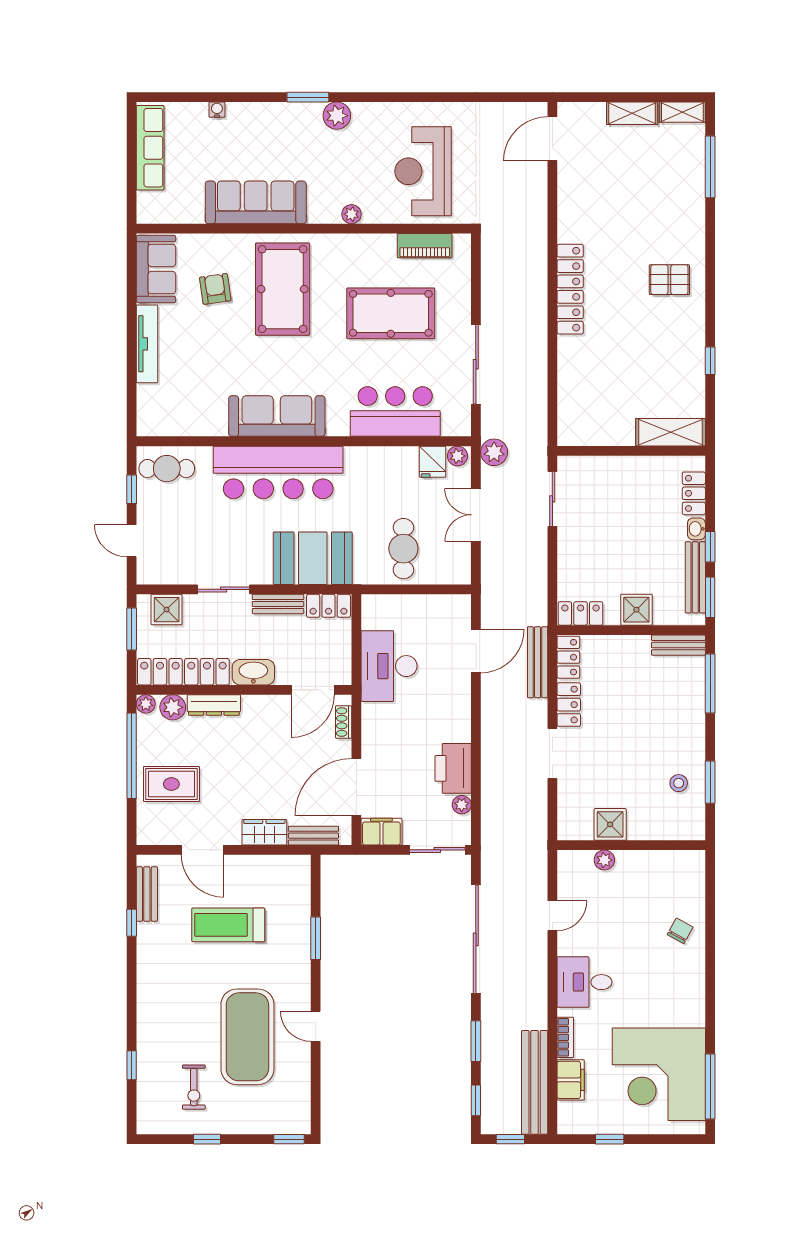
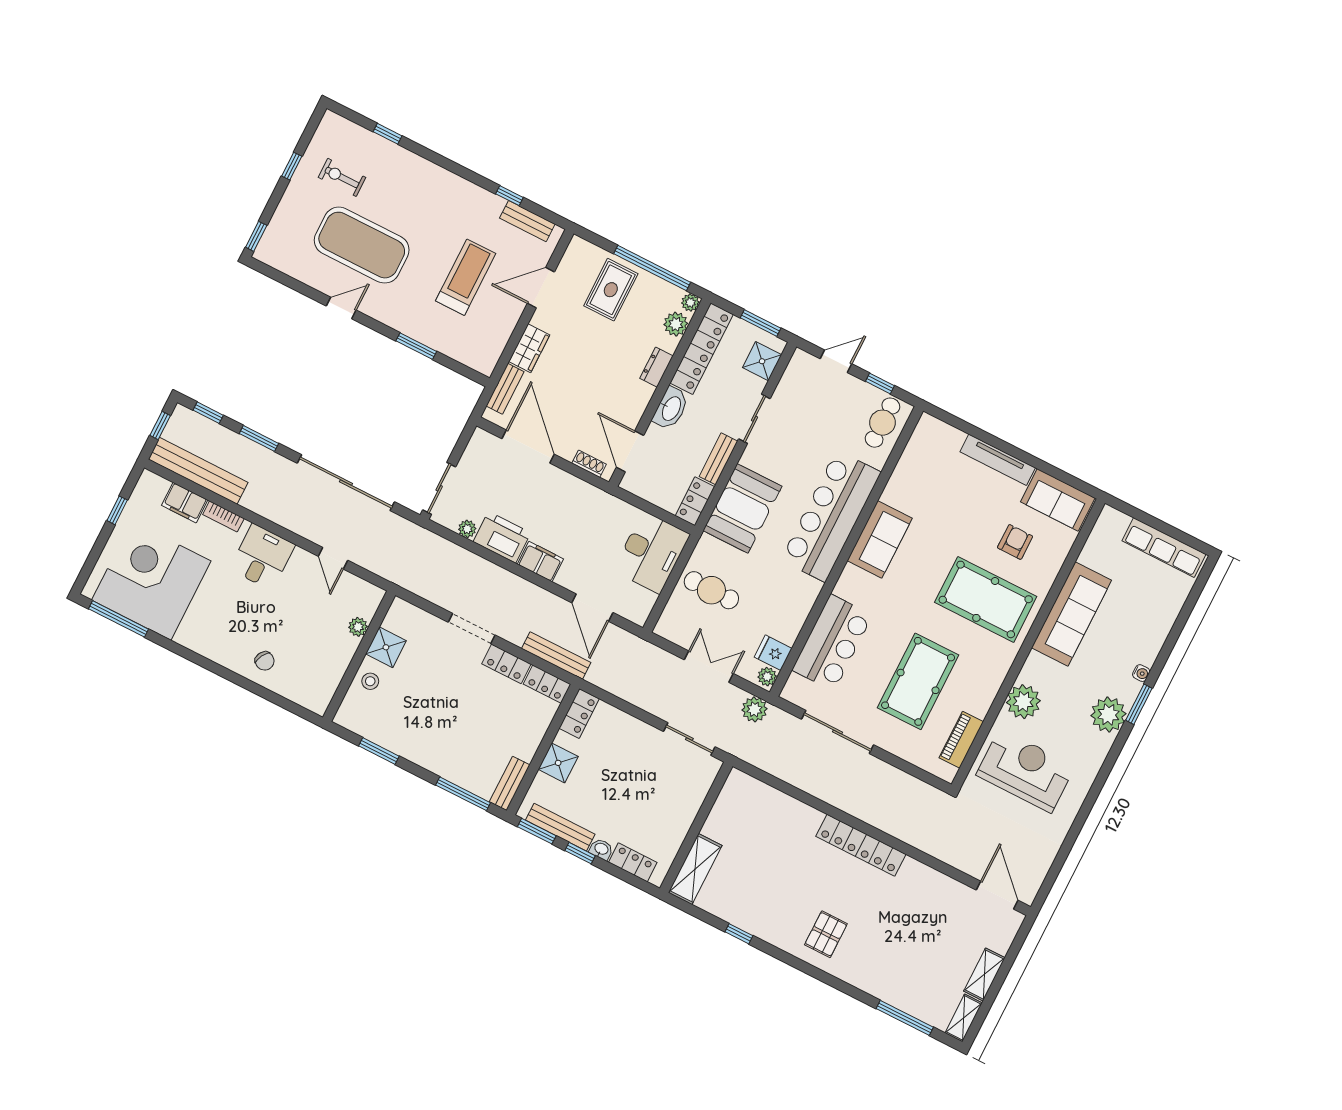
water cooler: (217, 110) -> (1141, 673), moved
plant: (337, 116) -> (1108, 715), width x1.36, depth x1.36
plant: (352, 214) -> (1023, 702), width x1.88, depth x1.88
armchair: (215, 289) -> (1015, 542), turned -82
sofa: (277, 416) -> (880, 539), width x0.73
desk: (389, 666) -> (652, 552), moved, turned 90
dresser: (214, 705) -> (656, 367), width x0.70
stool: (679, 783) -> (370, 681), moved
filing cabinet: (381, 832) -> (540, 562), moved, turned -90

